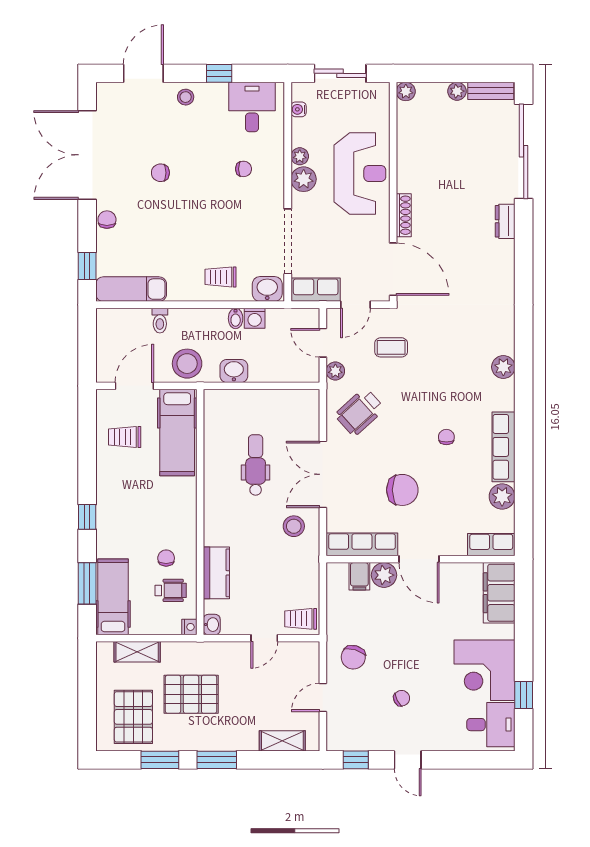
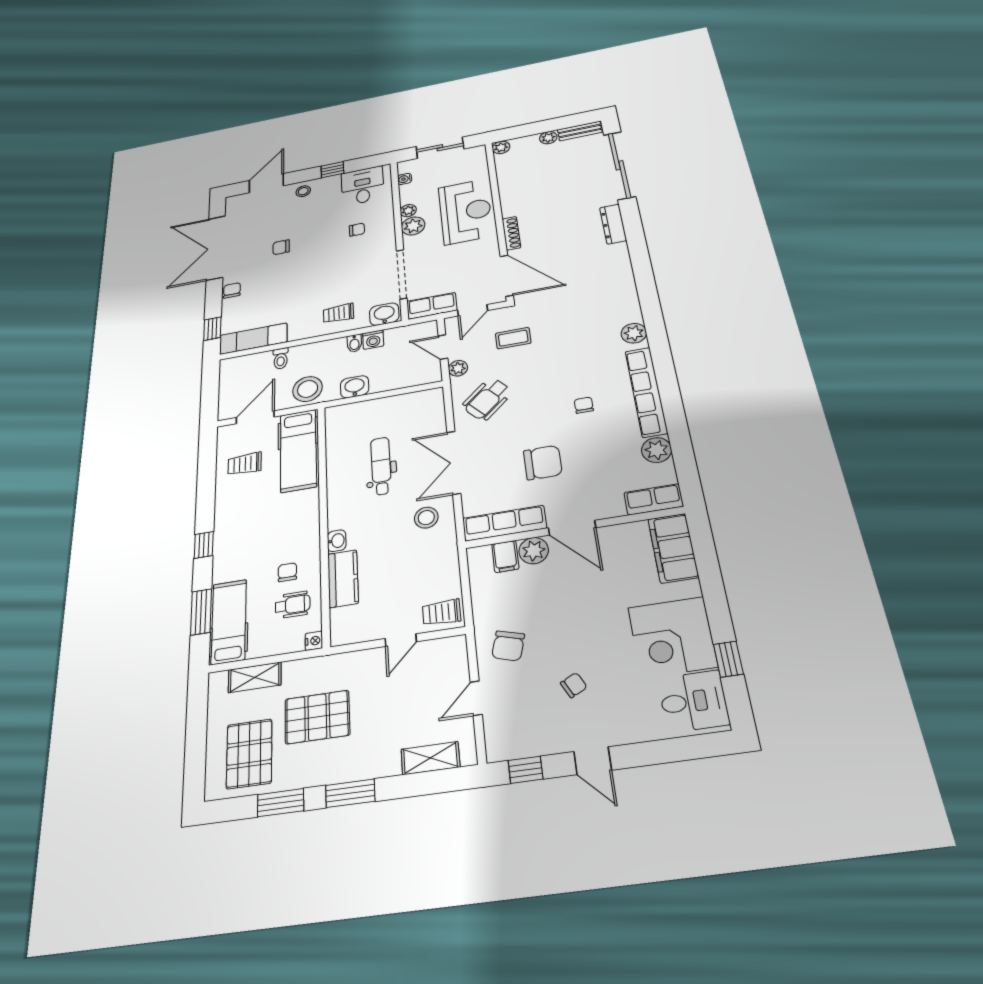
dresser: (505, 221) -> (613, 224), width x1.44
row of seats: (503, 447) -> (646, 392), width x1.36
washbasin: (212, 625) -> (337, 541), moved

